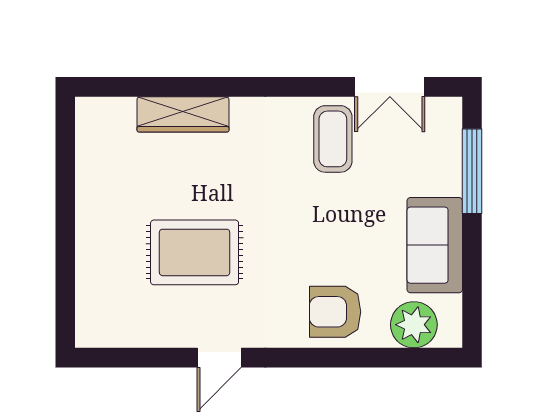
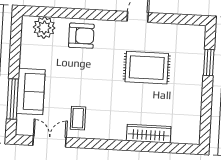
coffee table: (333, 139) -> (78, 118), width x0.73, depth x0.77
sofa: (435, 245) -> (31, 92), moved
window: (65, 270) -> (209, 62), added

